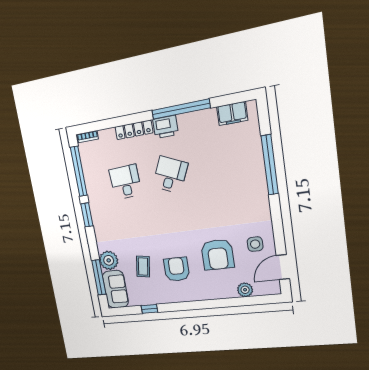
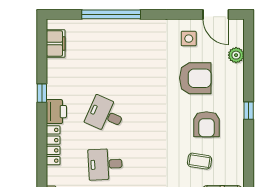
window: (181, 109) -> (42, 93), width x0.32
armchair: (177, 269) -> (206, 124), turned -90
window: (149, 309) -> (249, 111), moved

